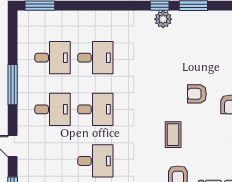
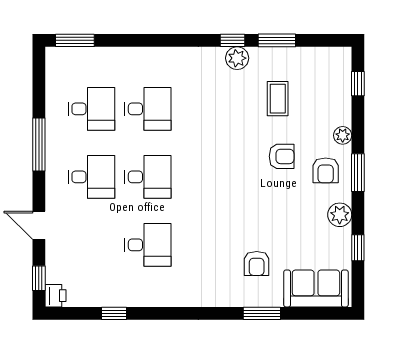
armchair: (197, 94) -> (282, 156), turned 180
coffee table: (173, 135) -> (278, 99), moved

